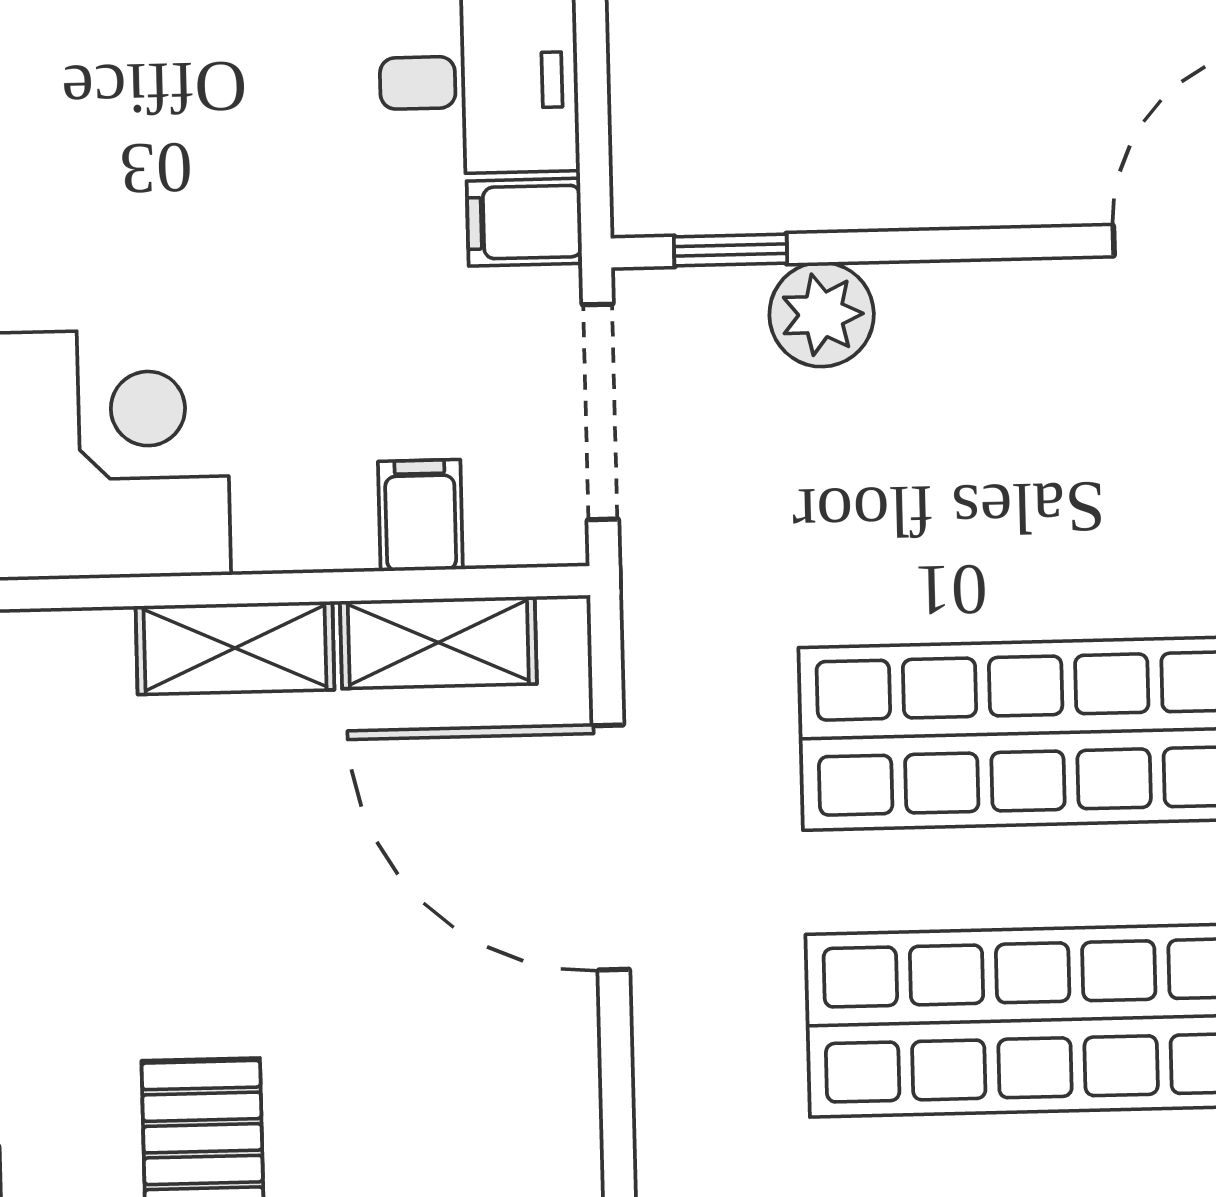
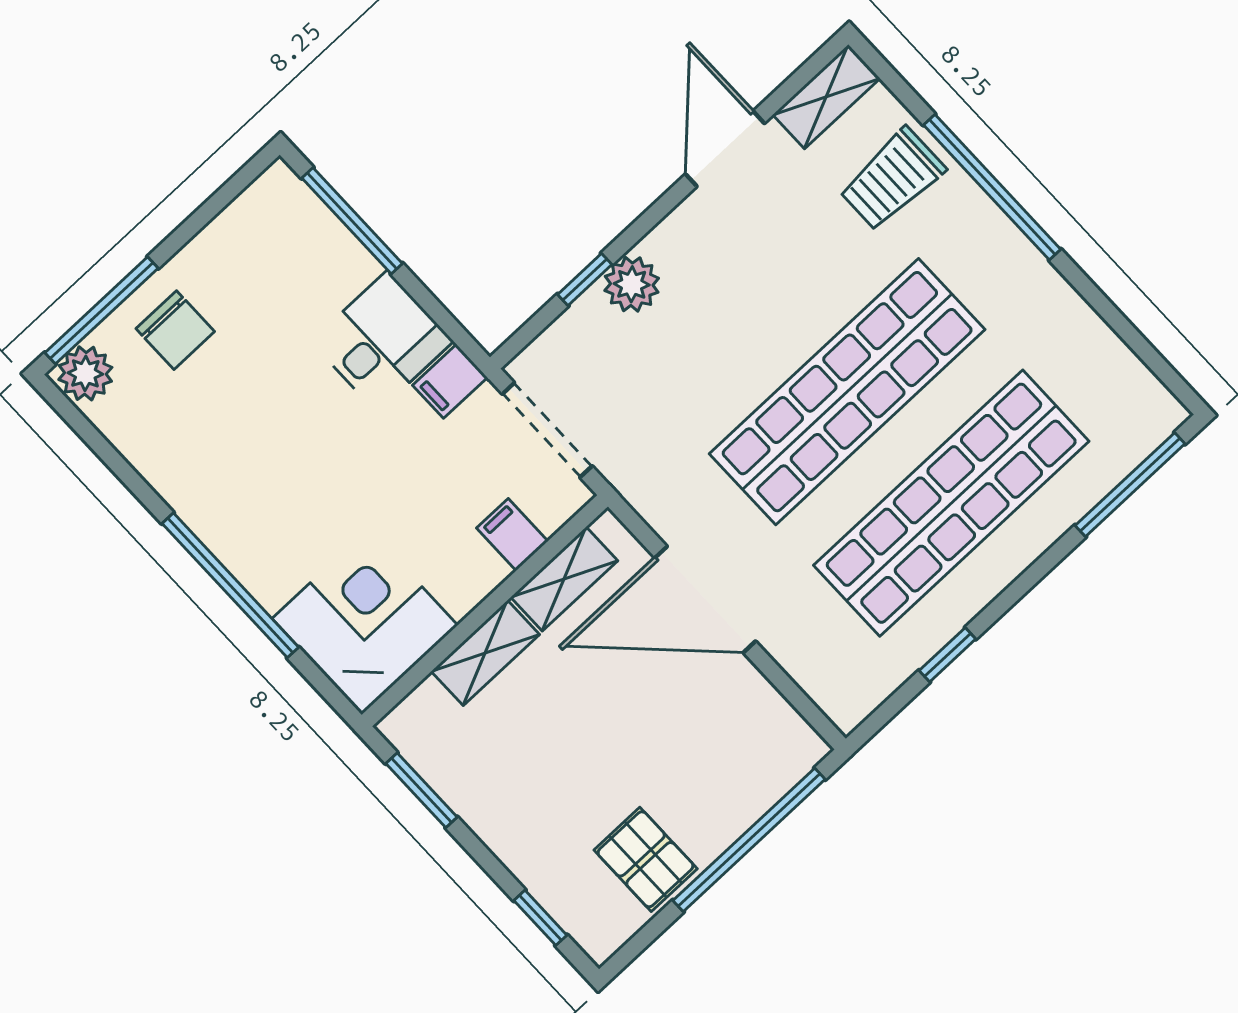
window: (731, 250) -> (585, 280), moved
plant: (822, 314) -> (632, 284), moved

